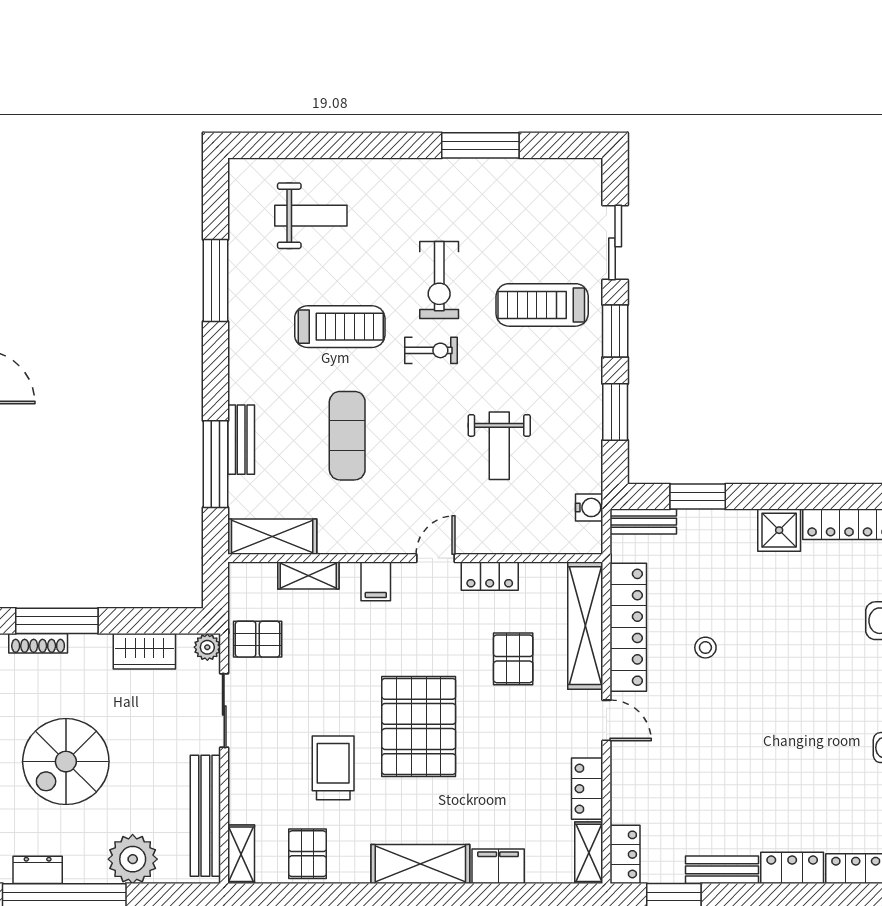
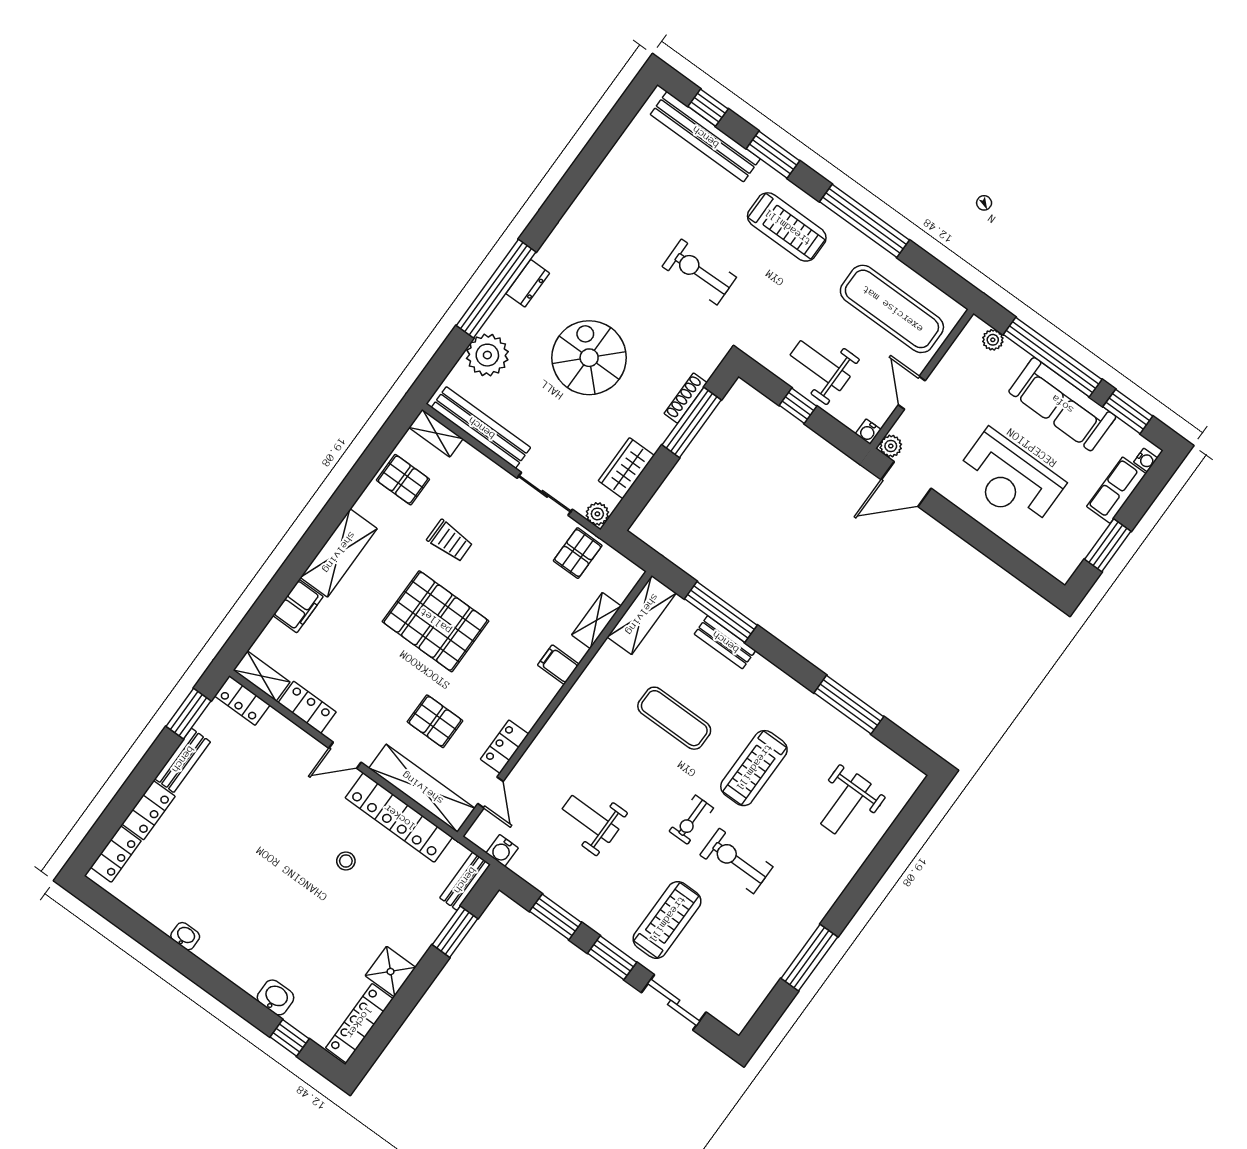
door: (436, 558) -> (491, 792), moved
trolley: (333, 768) -> (450, 541), width x0.73, depth x0.72

